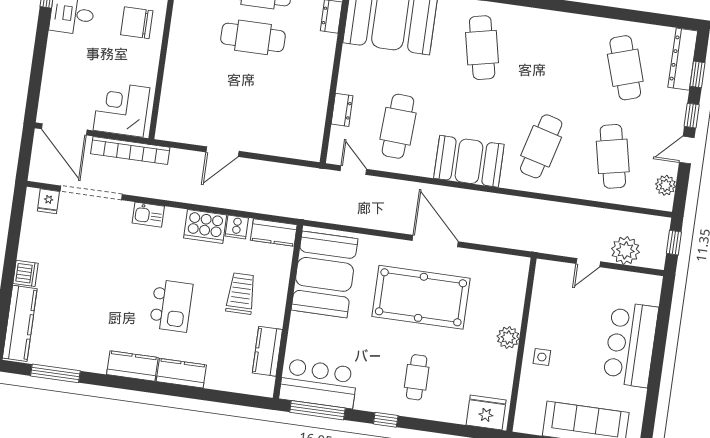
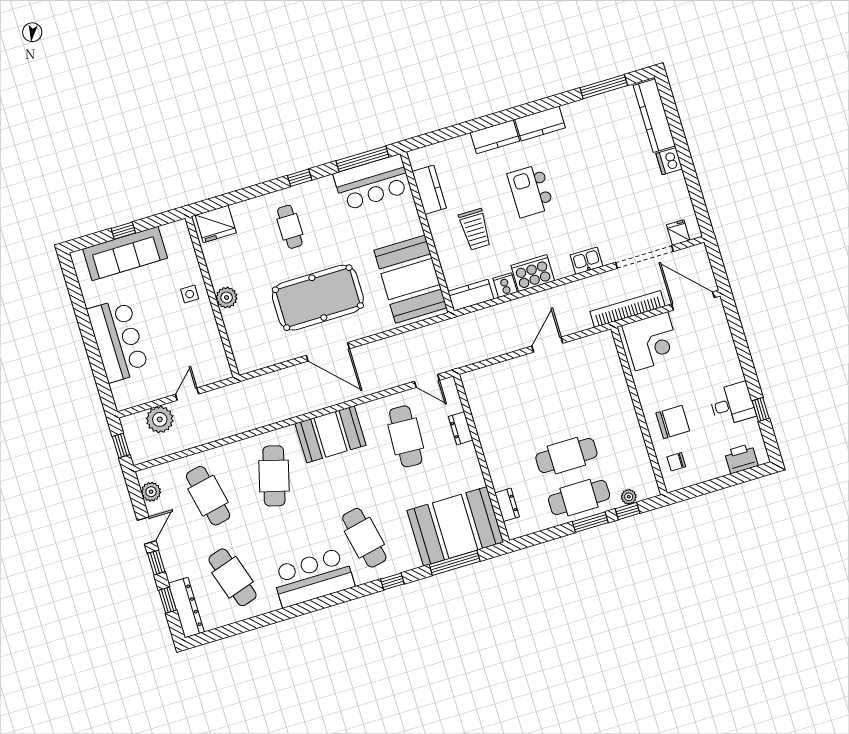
bar counter: (548, 32) -> (313, 577), added

